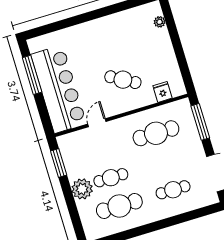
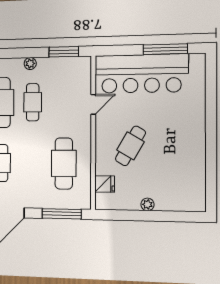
plant: (160, 22) -> (147, 204), moved
door: (97, 123) -> (93, 104), hinge flipped
plant: (82, 189) -> (30, 64), width x0.53, depth x0.53

